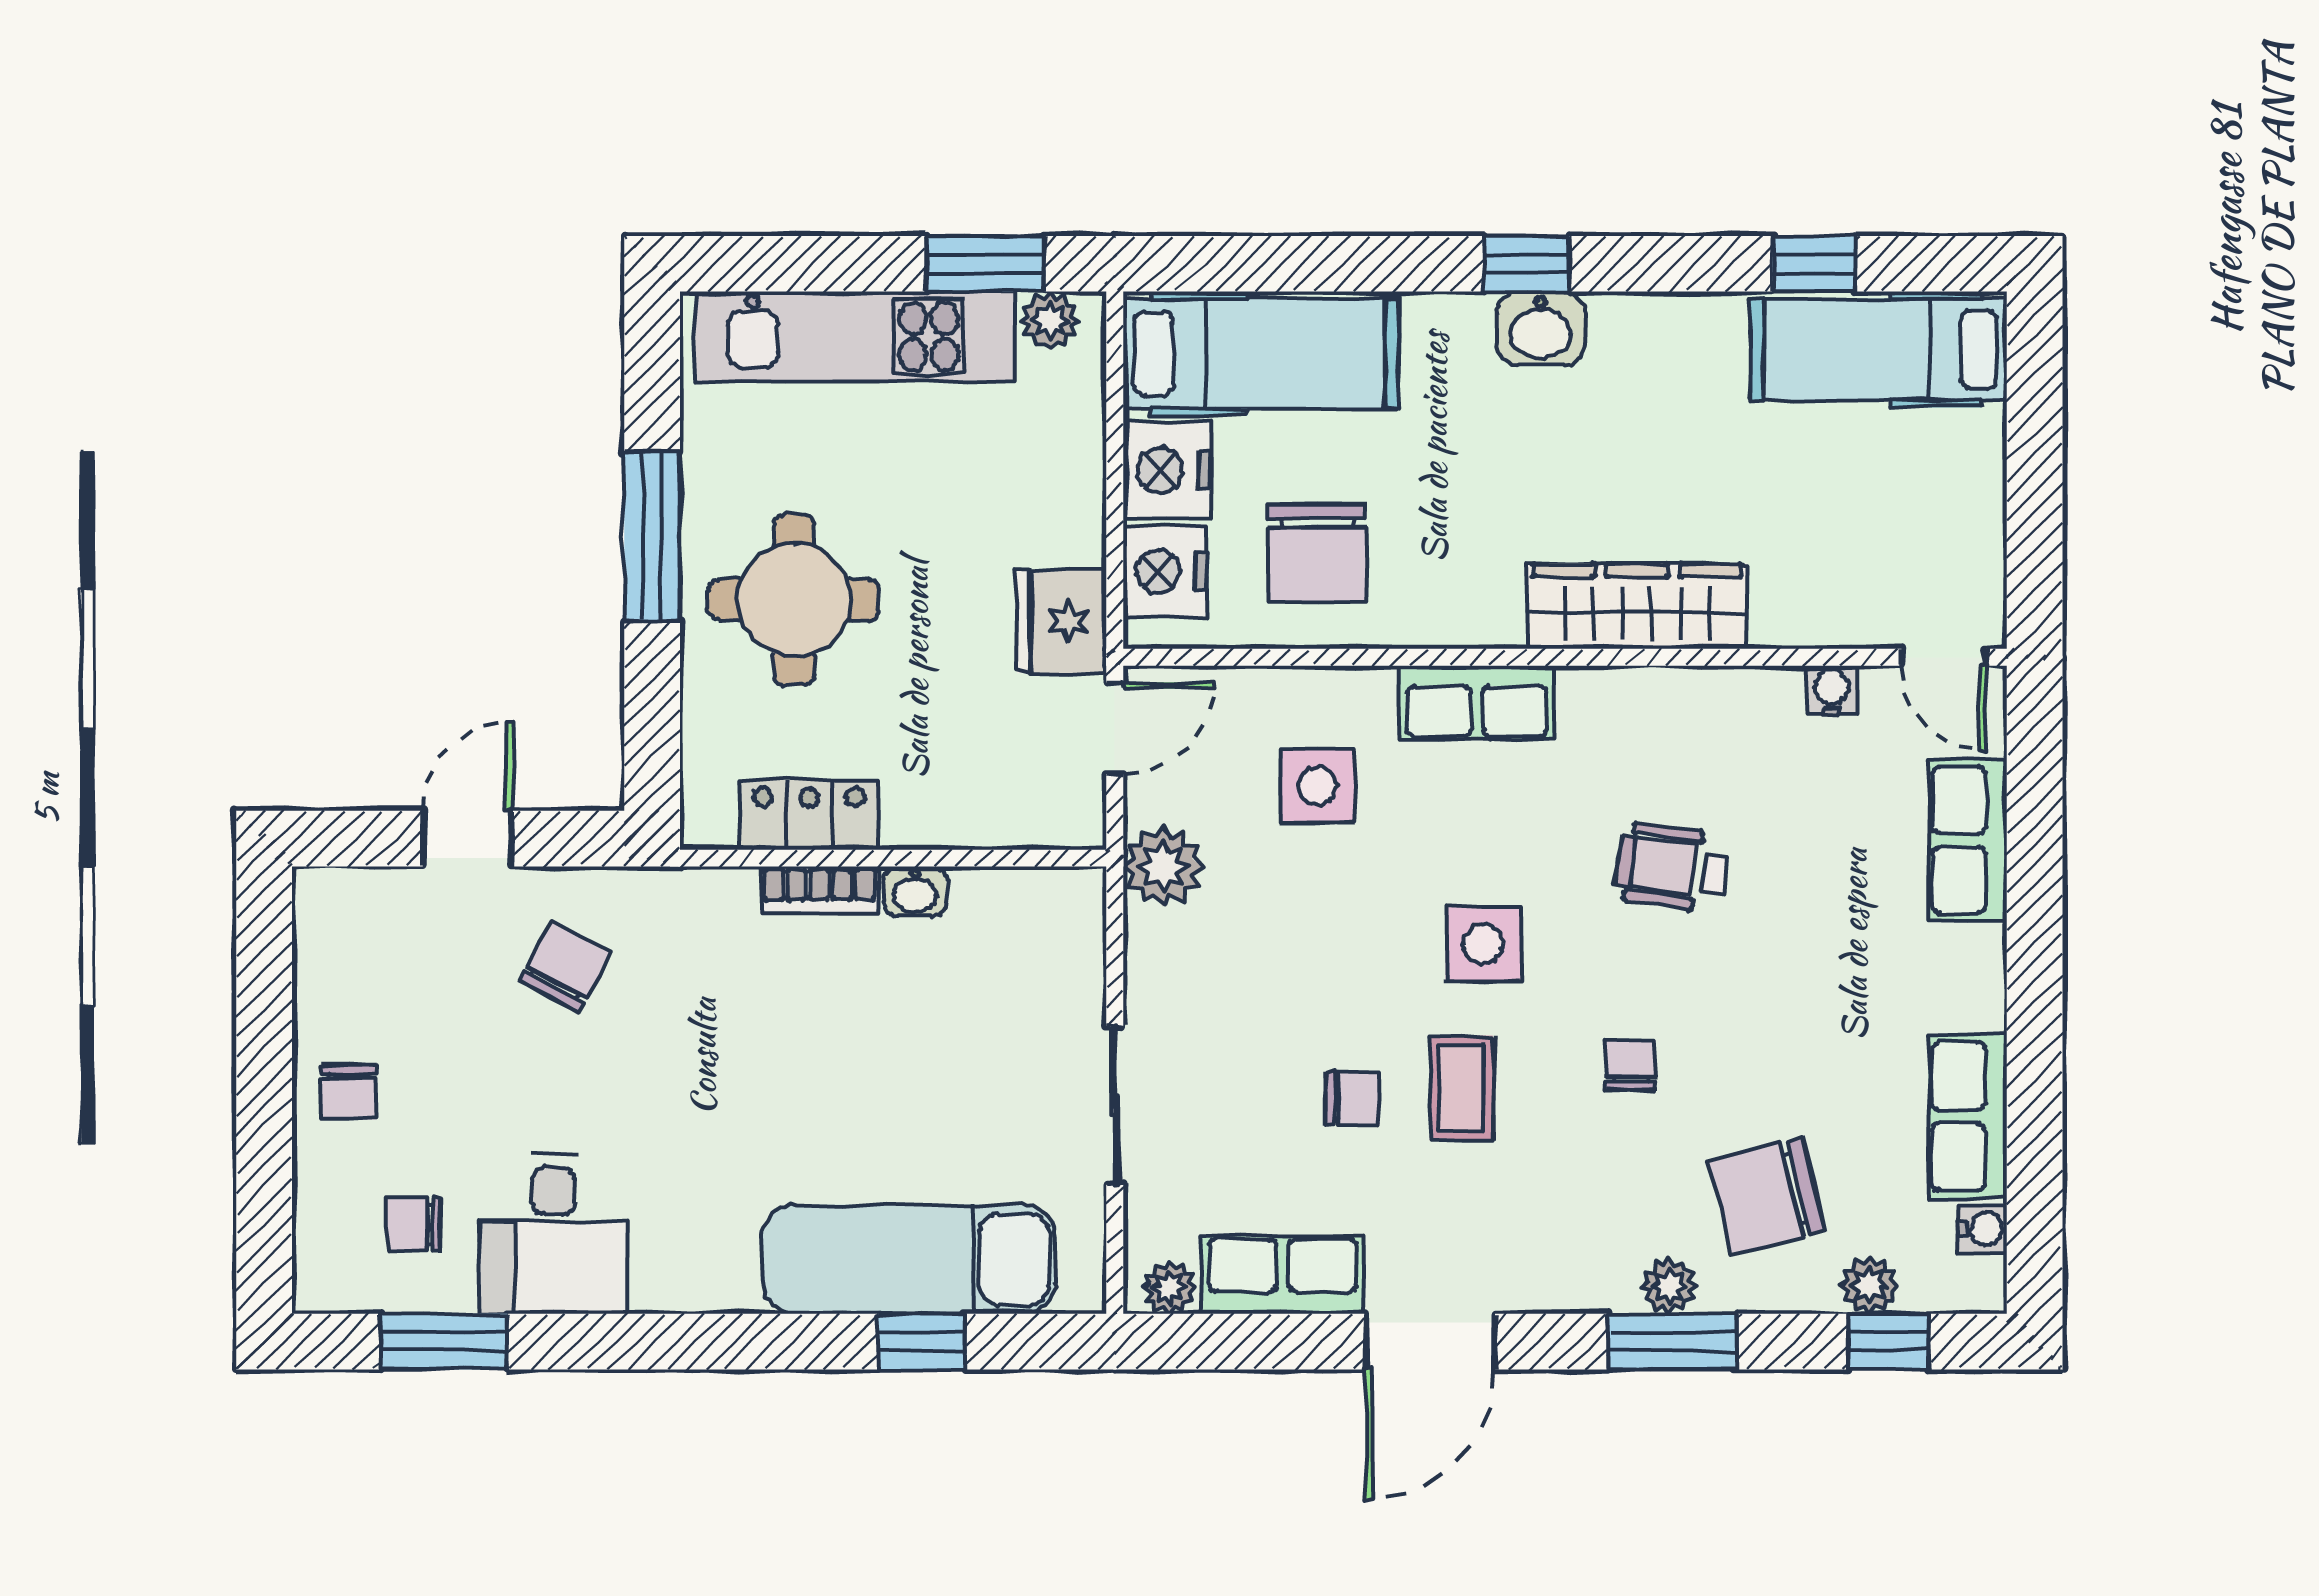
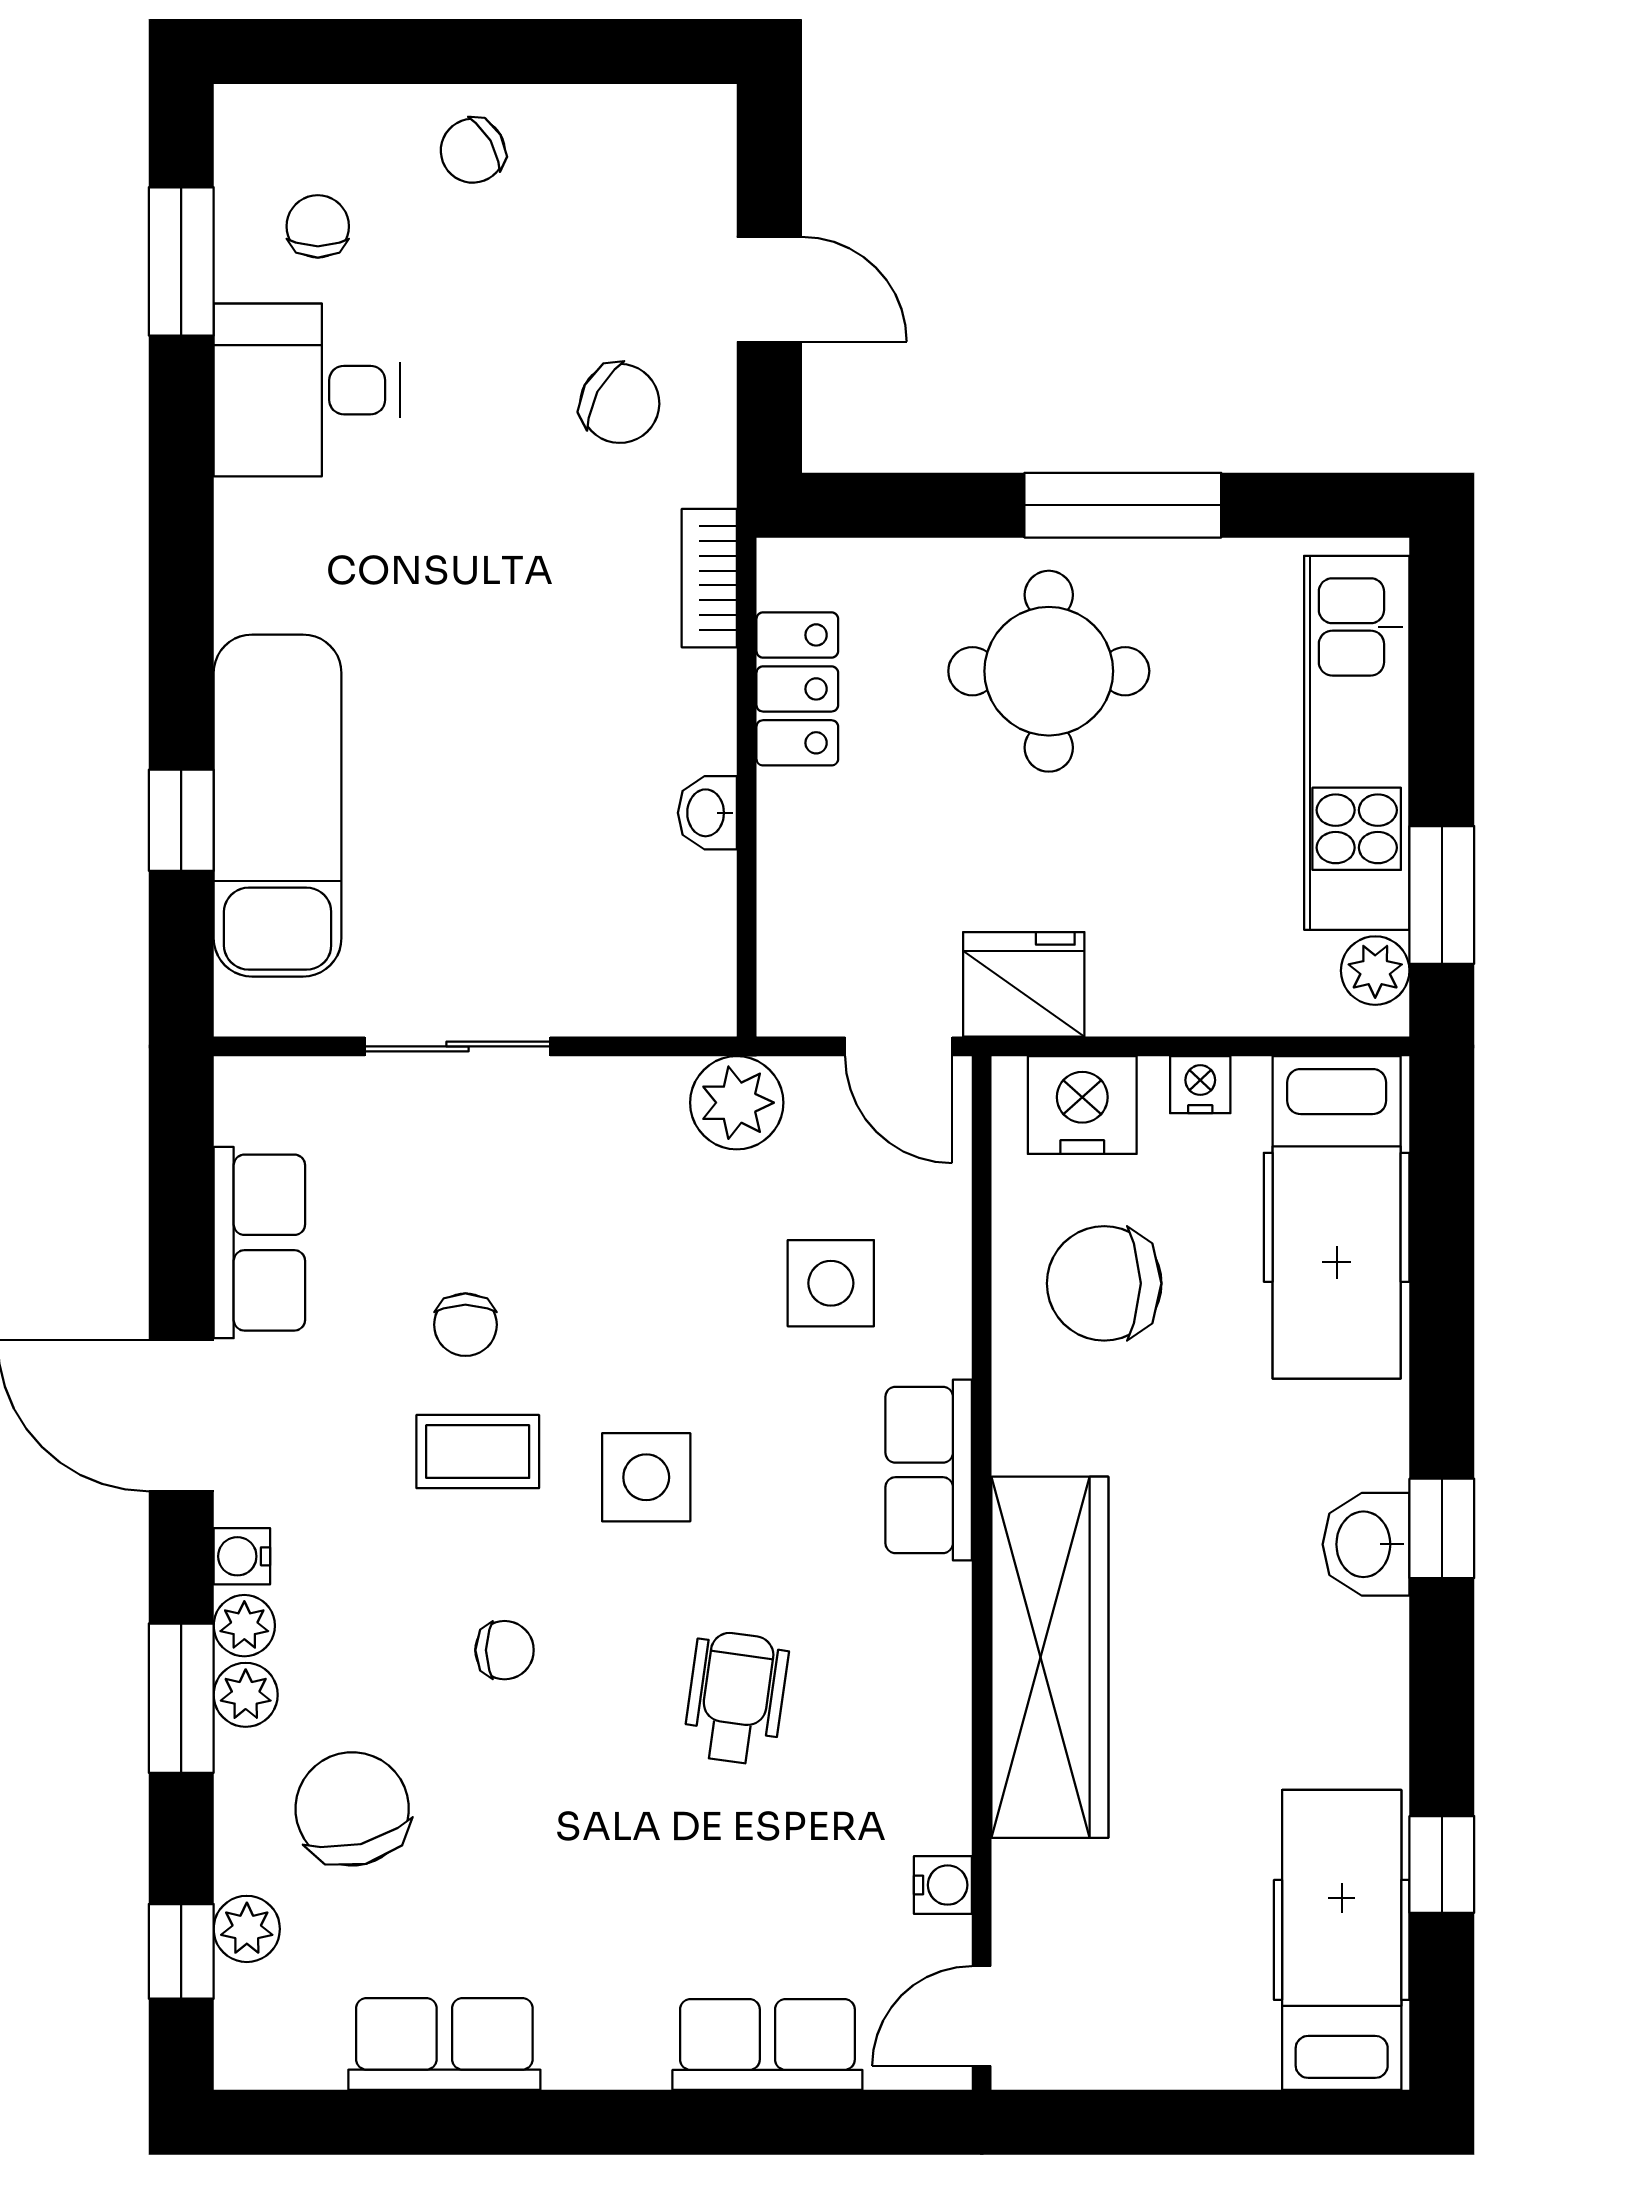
nightstand: (1167, 470) -> (1200, 1085), width x0.53, depth x0.56
wardrobe: (1637, 606) -> (1050, 1657), width x1.40, depth x1.17
bookcase: (819, 890) -> (709, 578), moved
chair: (349, 1092) -> (473, 151), turned -30
water cooler: (1983, 1228) -> (242, 1556), moved, turned 90
plant: (1169, 1288) -> (244, 1626), moved

